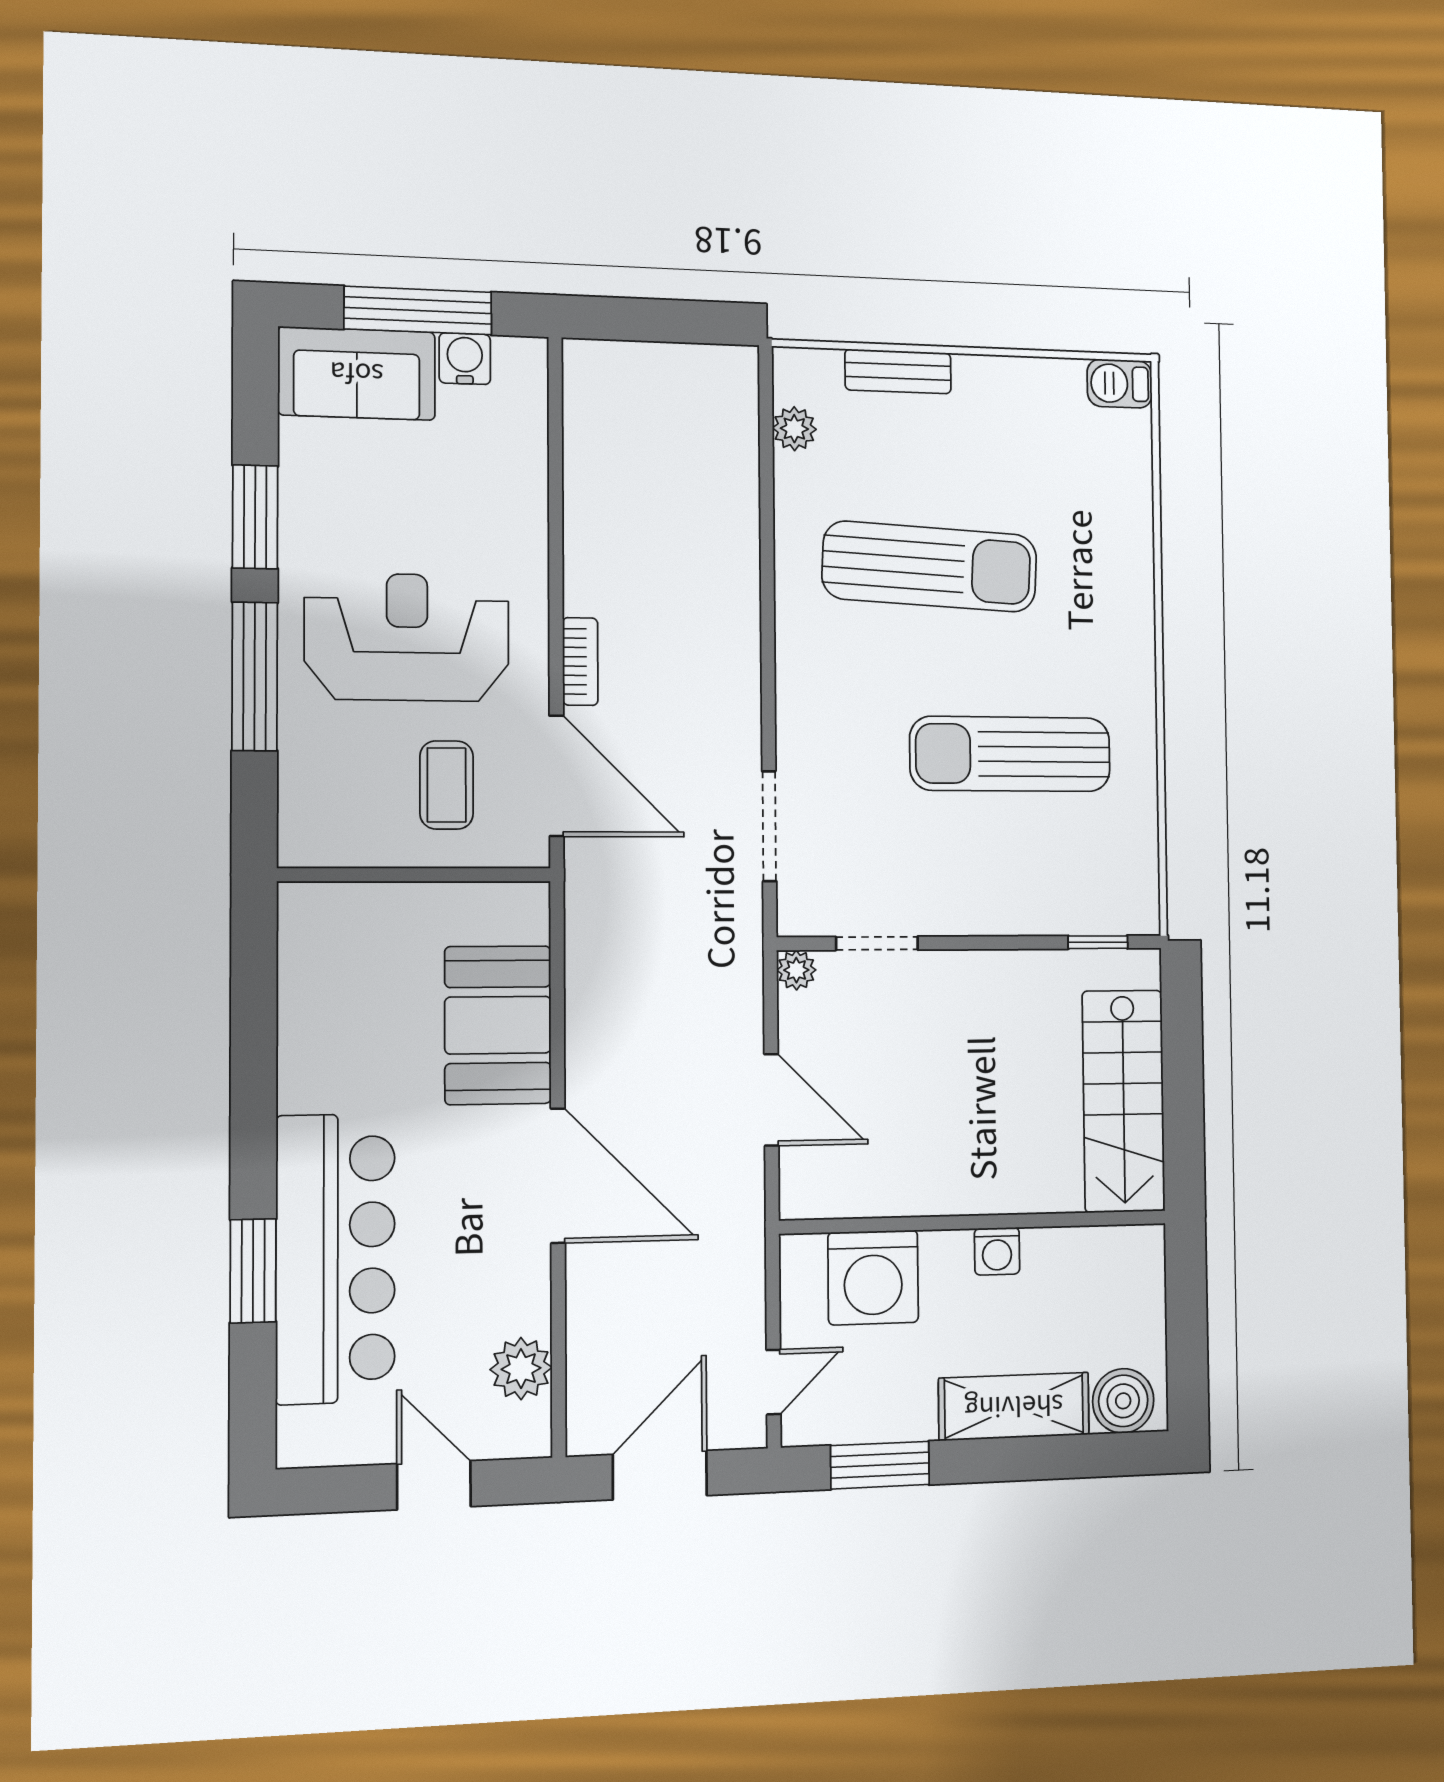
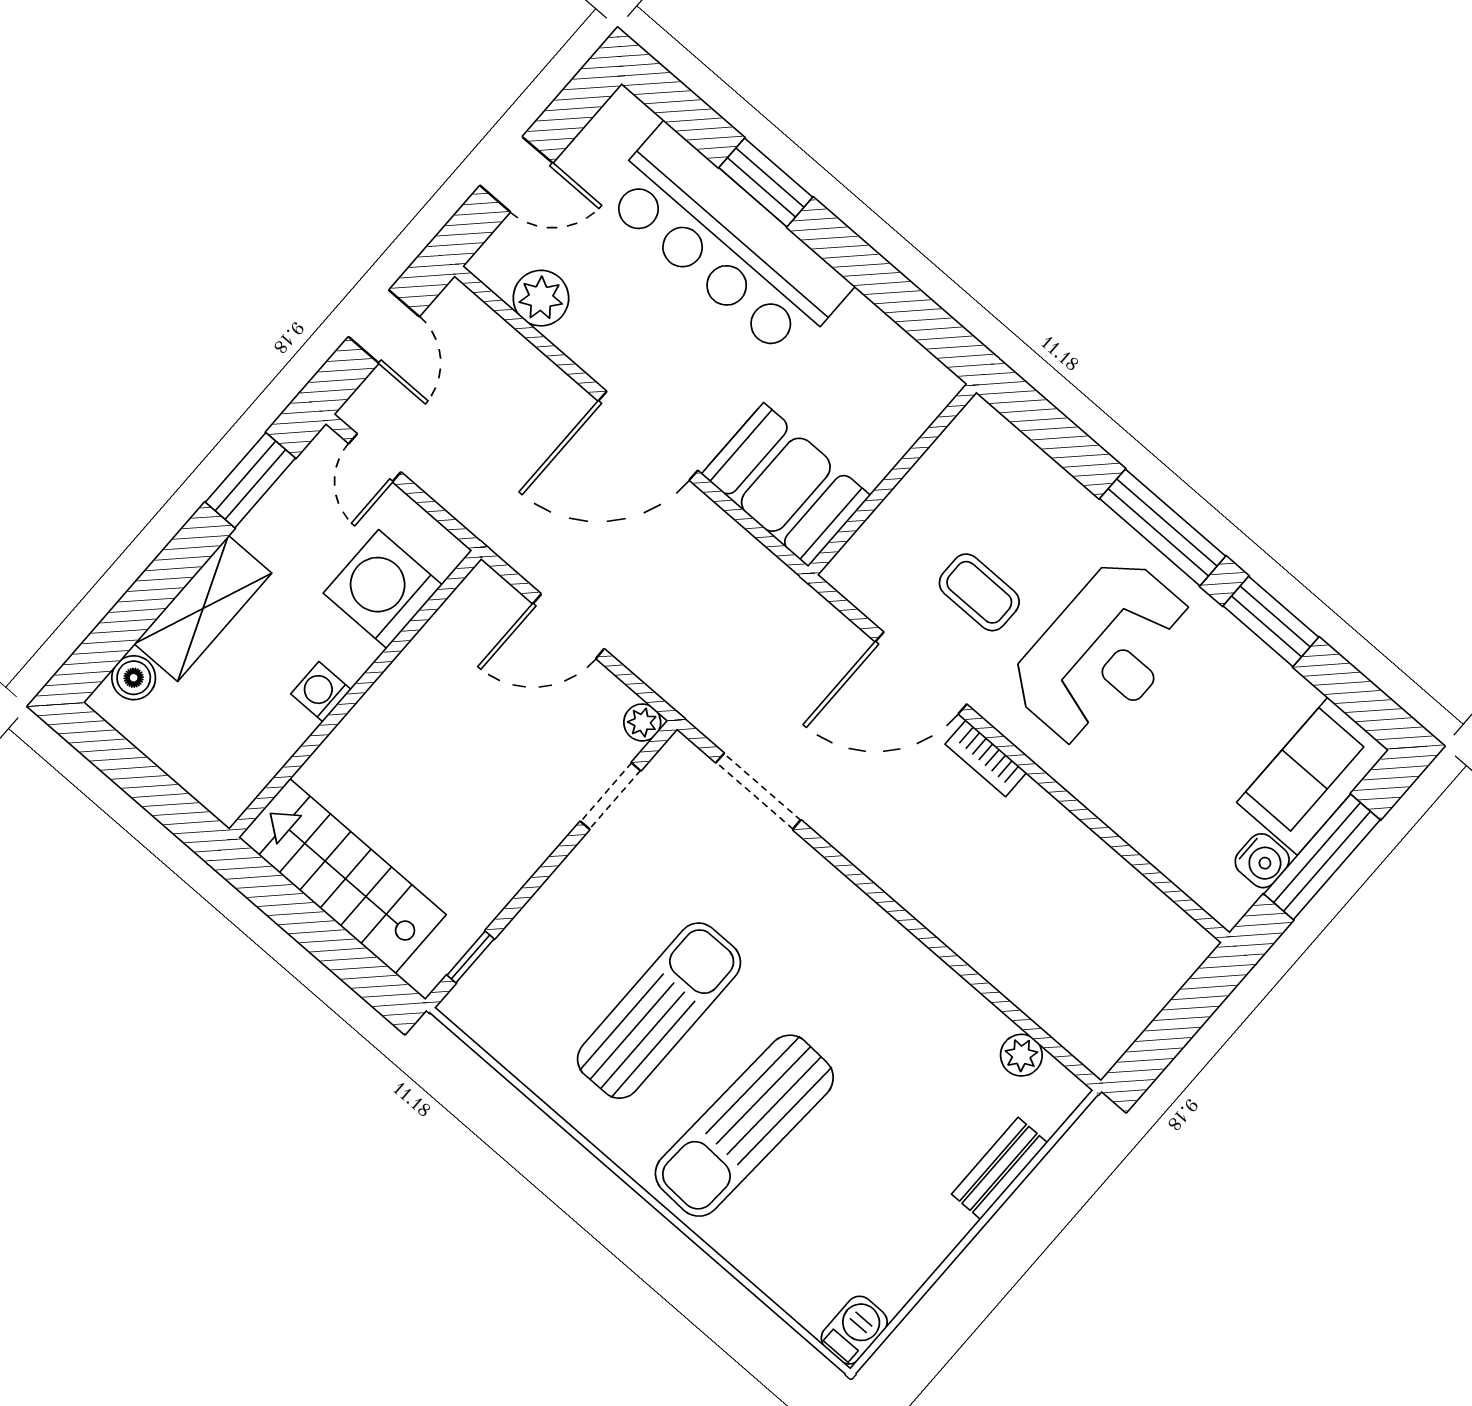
sun lounger: (930, 567) -> (744, 1126), moved
wall: (415, 875) -> (892, 479), moved
boiler: (1123, 1401) -> (134, 678), width x0.73, depth x0.73
door: (660, 1475) -> (384, 327), width x0.73

